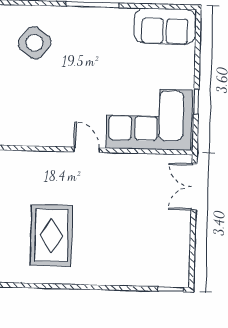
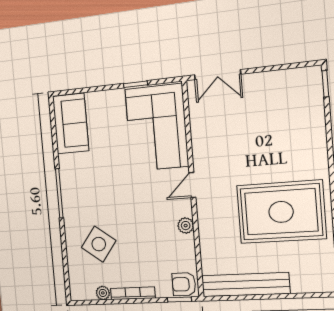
plant: (46, 138) -> (186, 226), added
rug: (51, 235) -> (281, 212), width x1.37, depth x1.44

